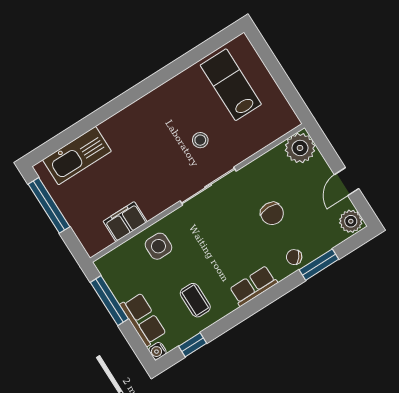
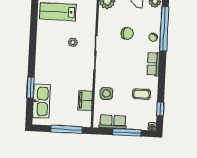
window: (86, 125) -> (31, 88), added
window: (49, 205) -> (66, 129), moved
window: (319, 265) -> (164, 29), width x2.11
window: (109, 301) -> (127, 132), moved
row of seats: (143, 319) -> (113, 122), moved

